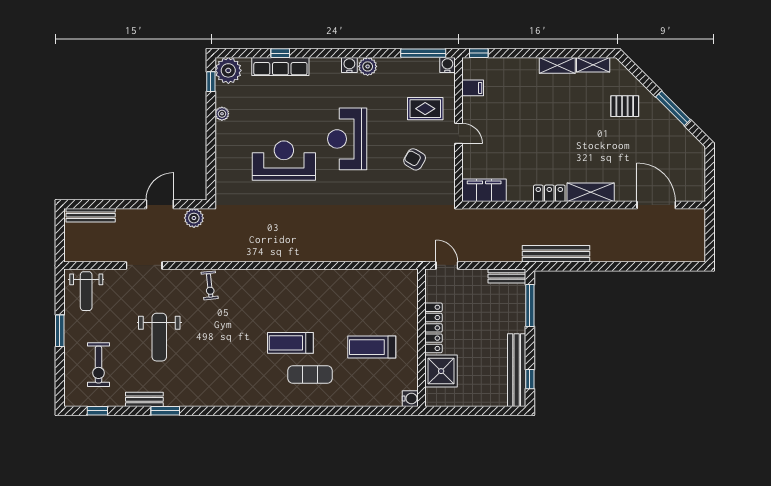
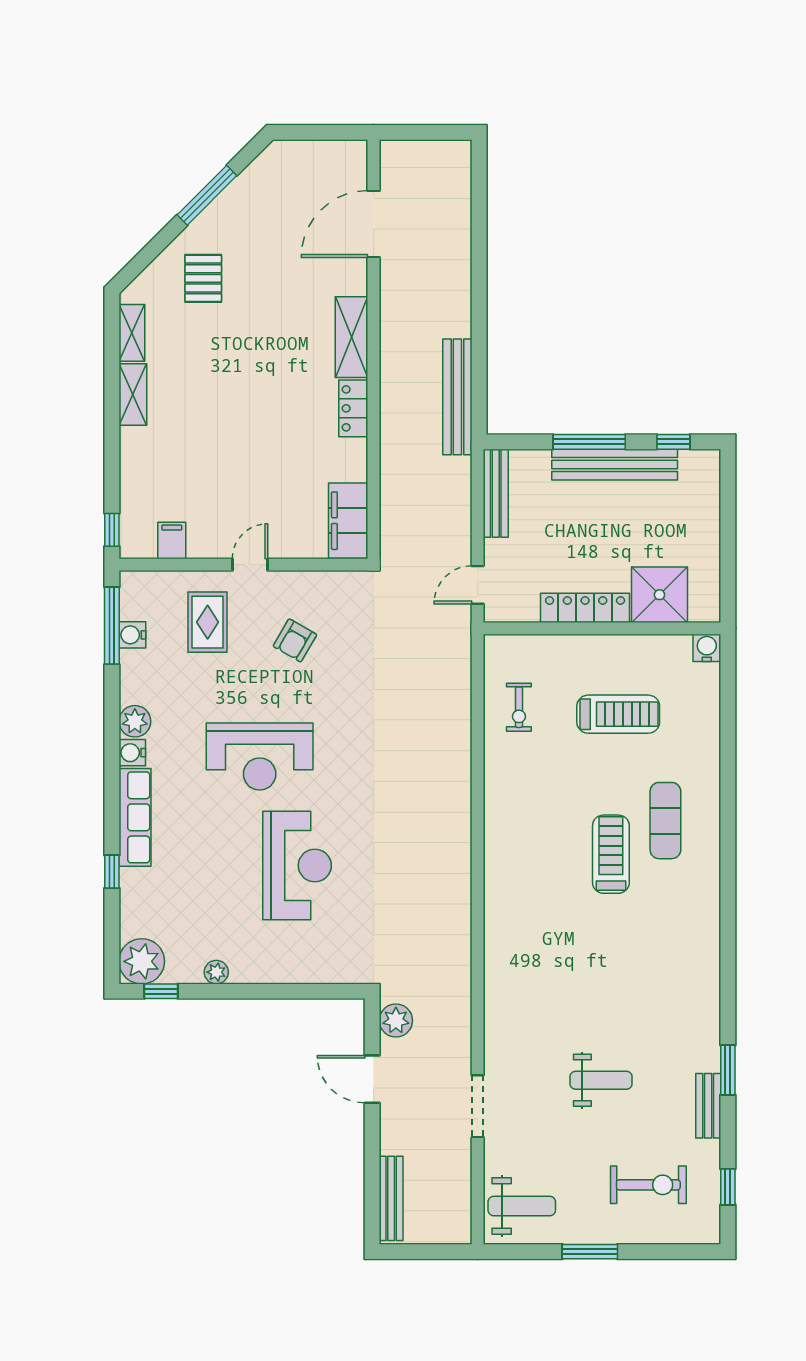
water cooler: (447, 65) -> (132, 635), moved
row of seats: (280, 67) -> (135, 817), moved
reception desk: (284, 161) -> (297, 865), turned 180
bench: (507, 276) -> (496, 493), width x1.36
exercise bike: (210, 285) -> (519, 707), moved, turned 96
window: (530, 305) -> (589, 442), moved
weight bench: (159, 337) -> (601, 1080), width x0.73, depth x0.75
treadmill: (290, 343) -> (611, 854), turned 180
treadmill: (372, 347) -> (618, 714), turned -90
bench: (517, 370) -> (615, 465), moved

